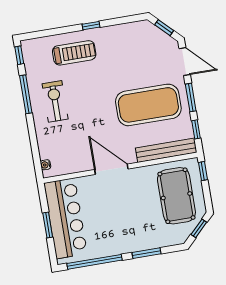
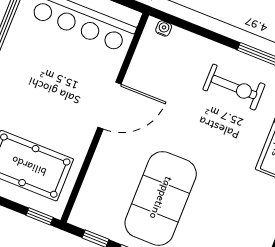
bench: (166, 150) -> (92, 187), removed

